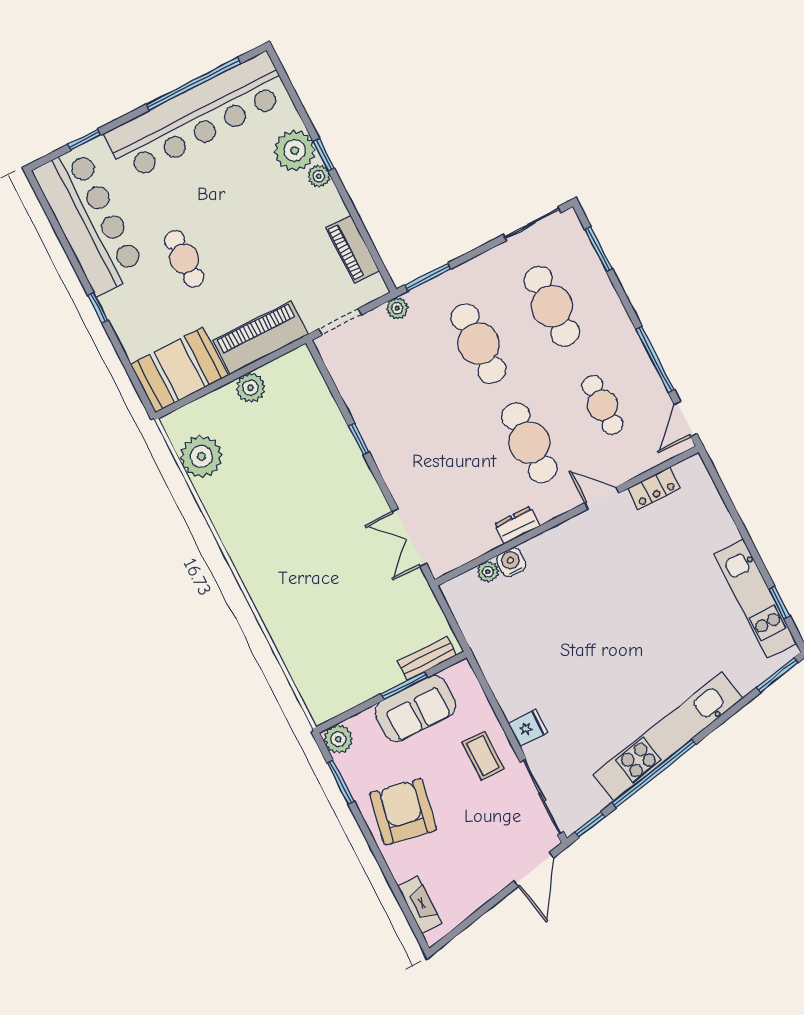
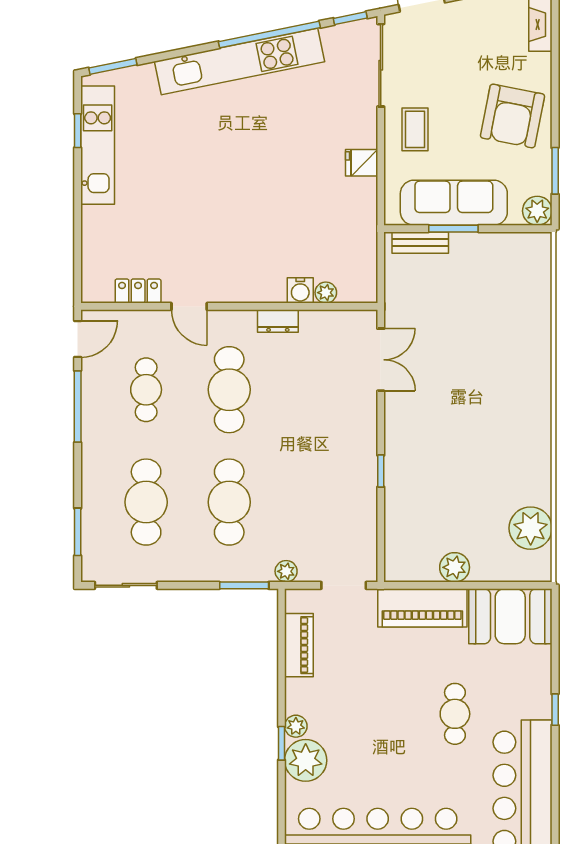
sofa: (416, 709) -> (454, 203), width x1.36
fridge: (528, 728) -> (362, 163), moved

